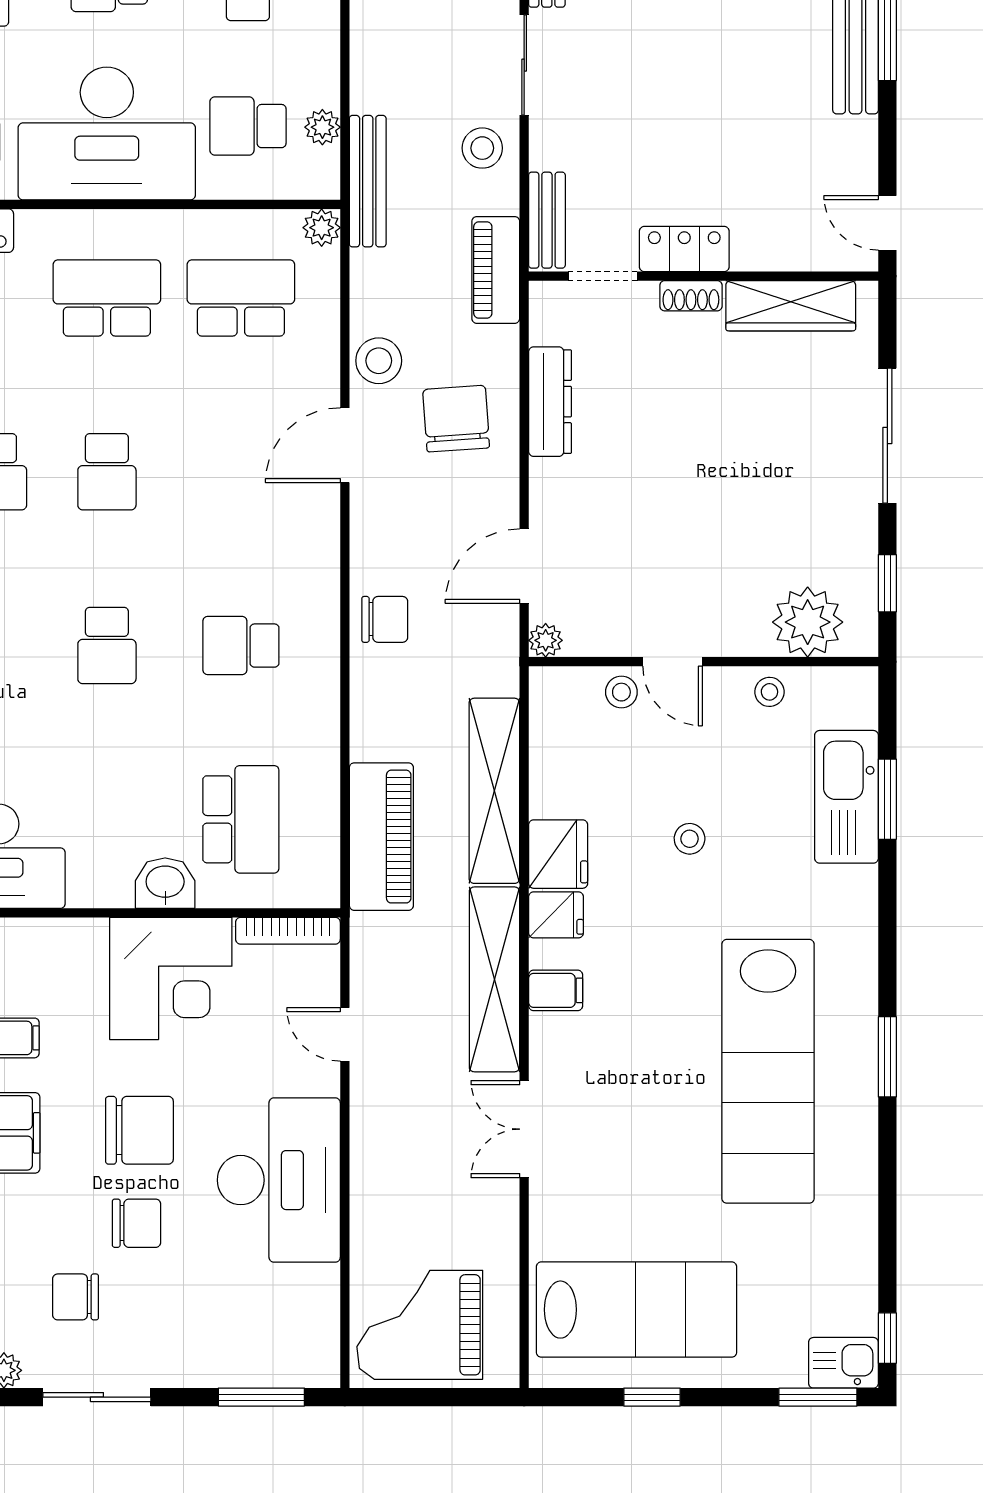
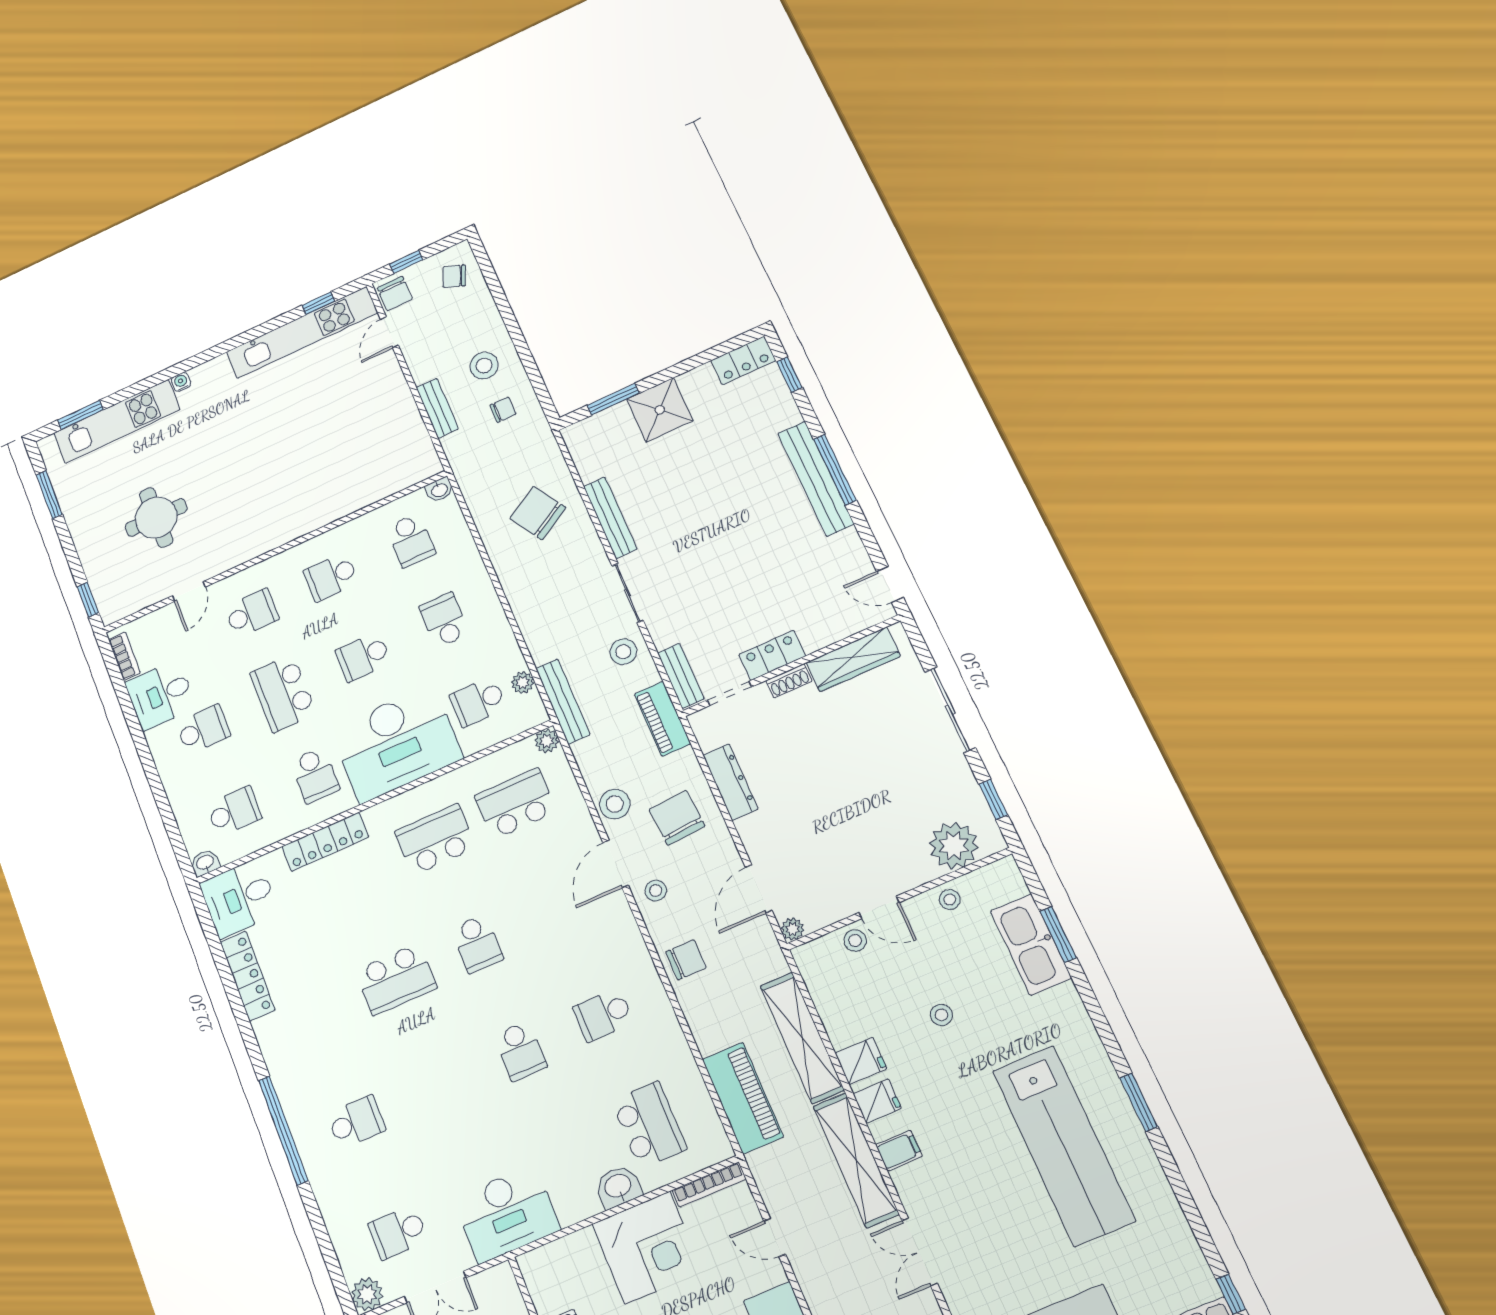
stool: (384, 507) -> (656, 891), added
fridge: (558, 854) -> (861, 1061), width x0.72

